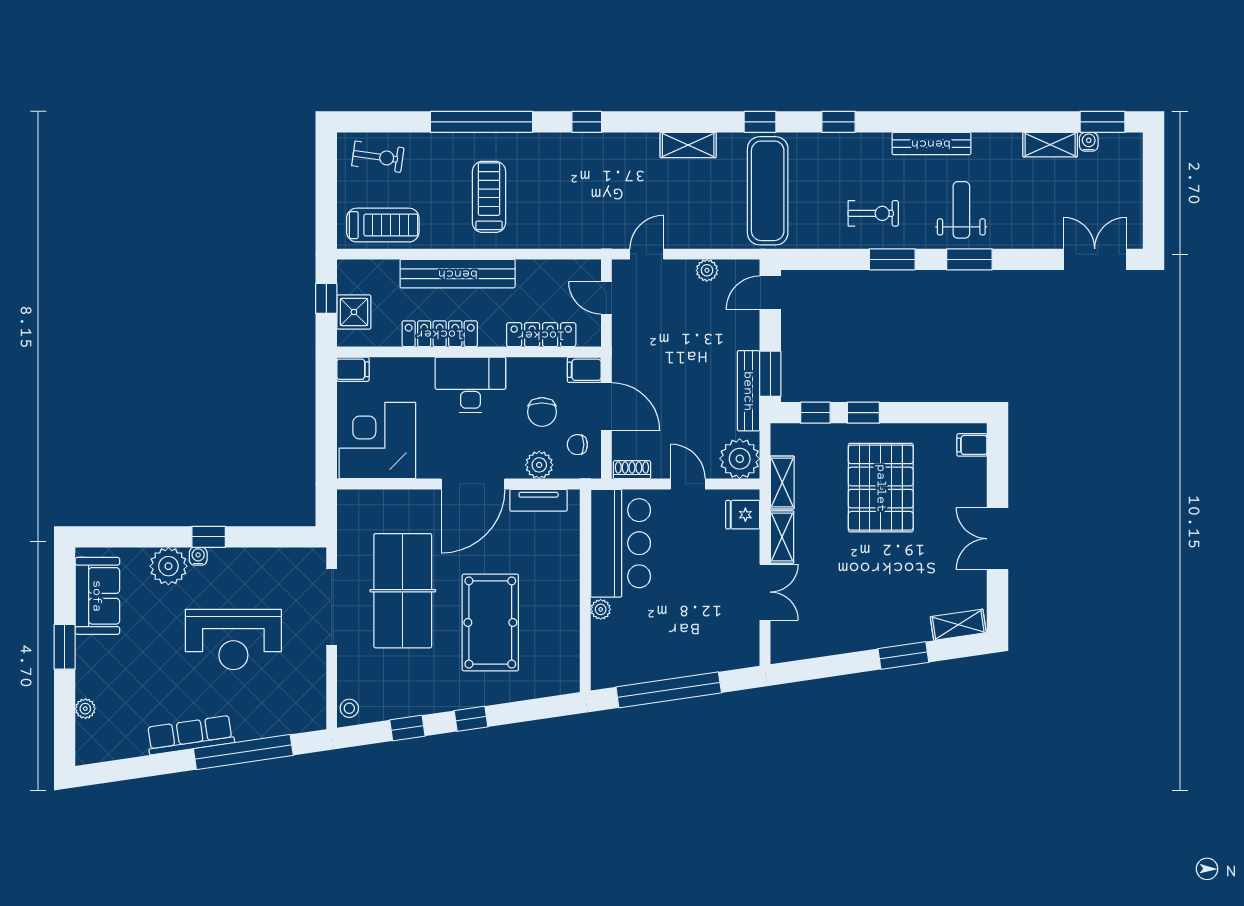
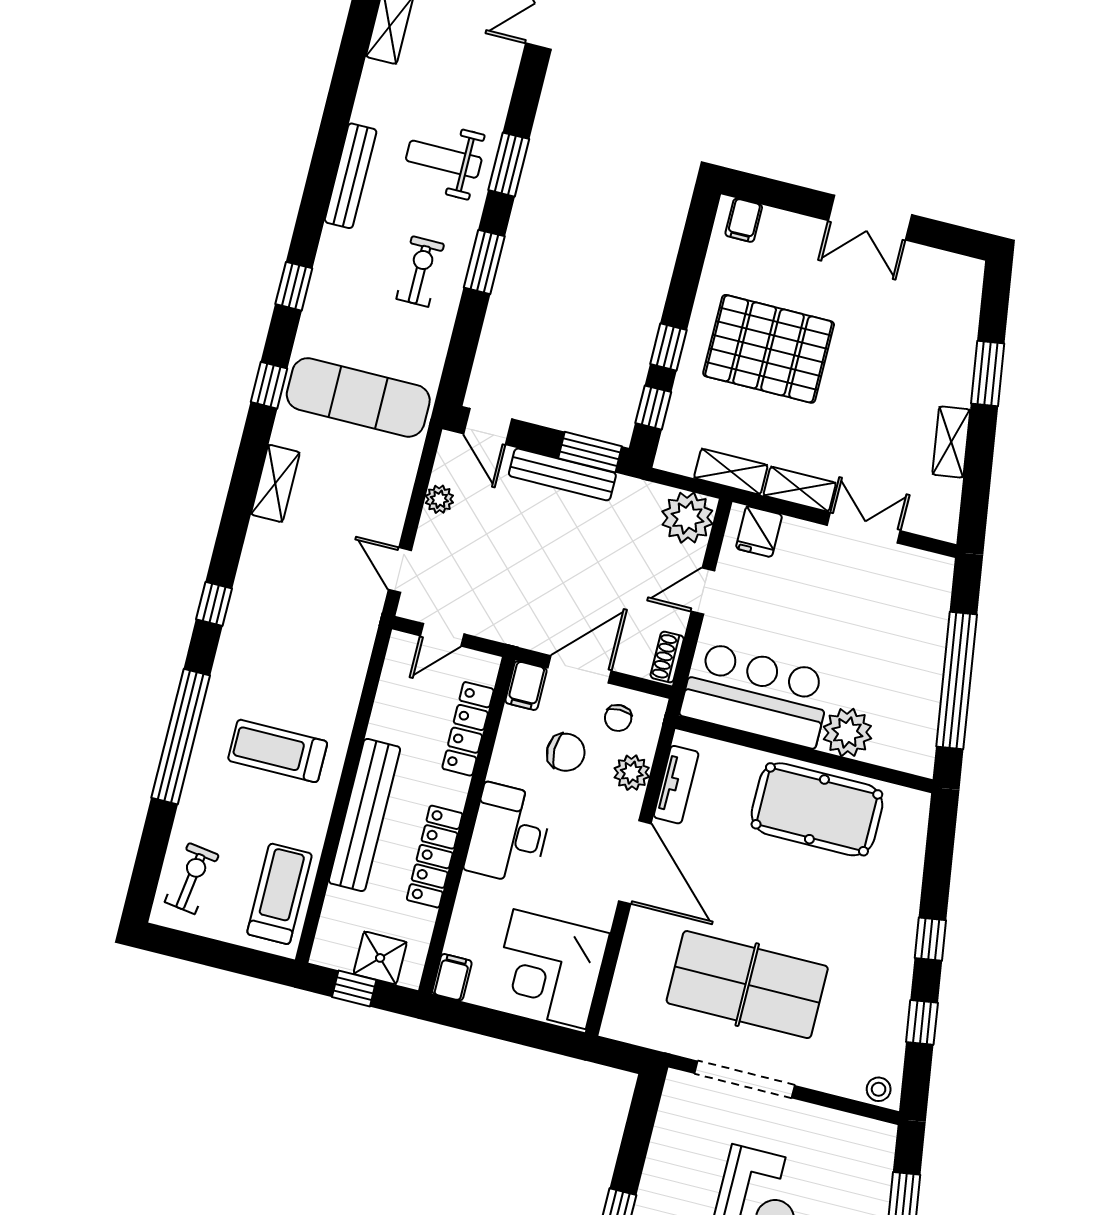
bench: (748, 391) -> (562, 474), moved
plant: (601, 609) -> (847, 733), width x1.87, depth x1.87
pool table: (490, 622) -> (817, 809), moved
shelving: (958, 625) -> (951, 442), moved

